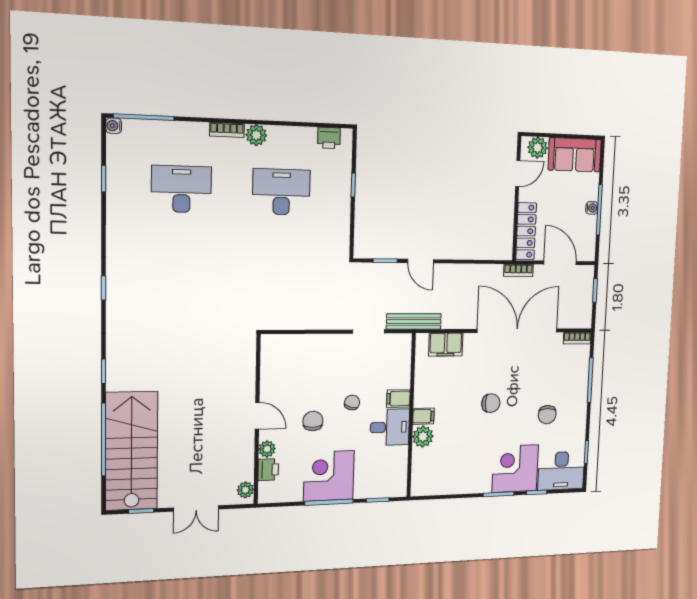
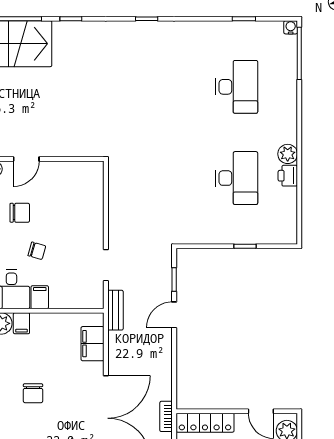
bookcase: (227, 130) -> (291, 127), removed
printer: (329, 138) -> (288, 176), moved
bench: (414, 321) -> (115, 310), width x0.73

